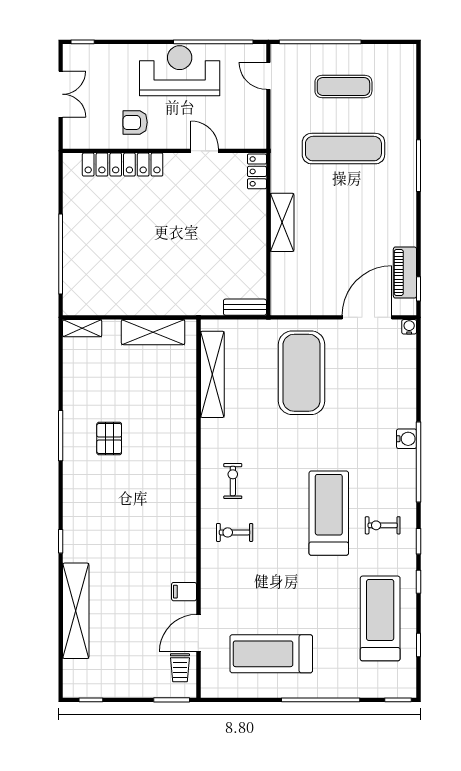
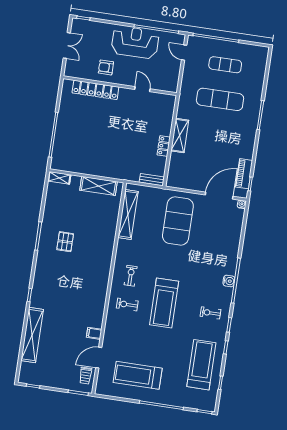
locker: (257, 171) -> (164, 146), moved
water cooler: (407, 439) -> (229, 281), moved
treadmill: (329, 513) -> (164, 303), moved, turned 180

